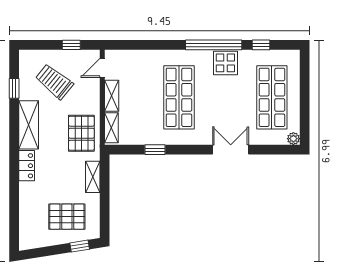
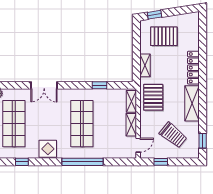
window: (214, 45) -> (83, 162), moved
window: (14, 88) -> (203, 141), moved
locker: (27, 166) -> (193, 68), width x1.53

